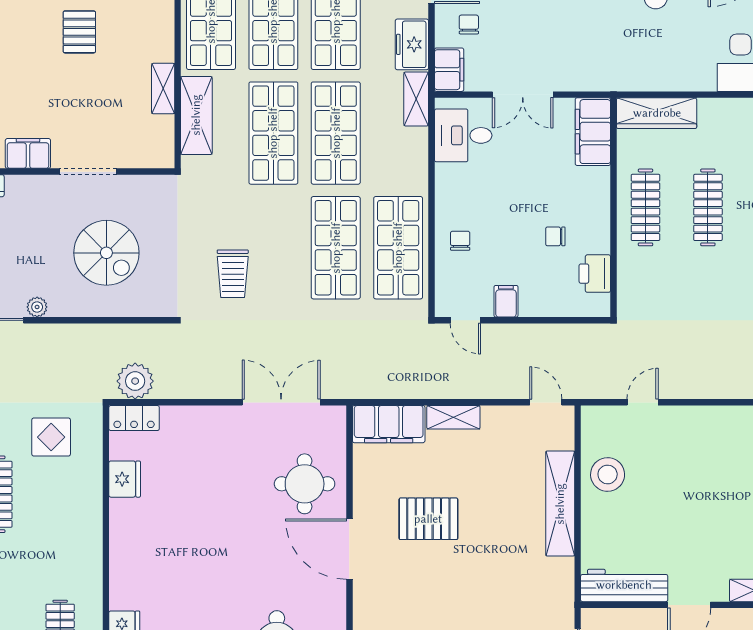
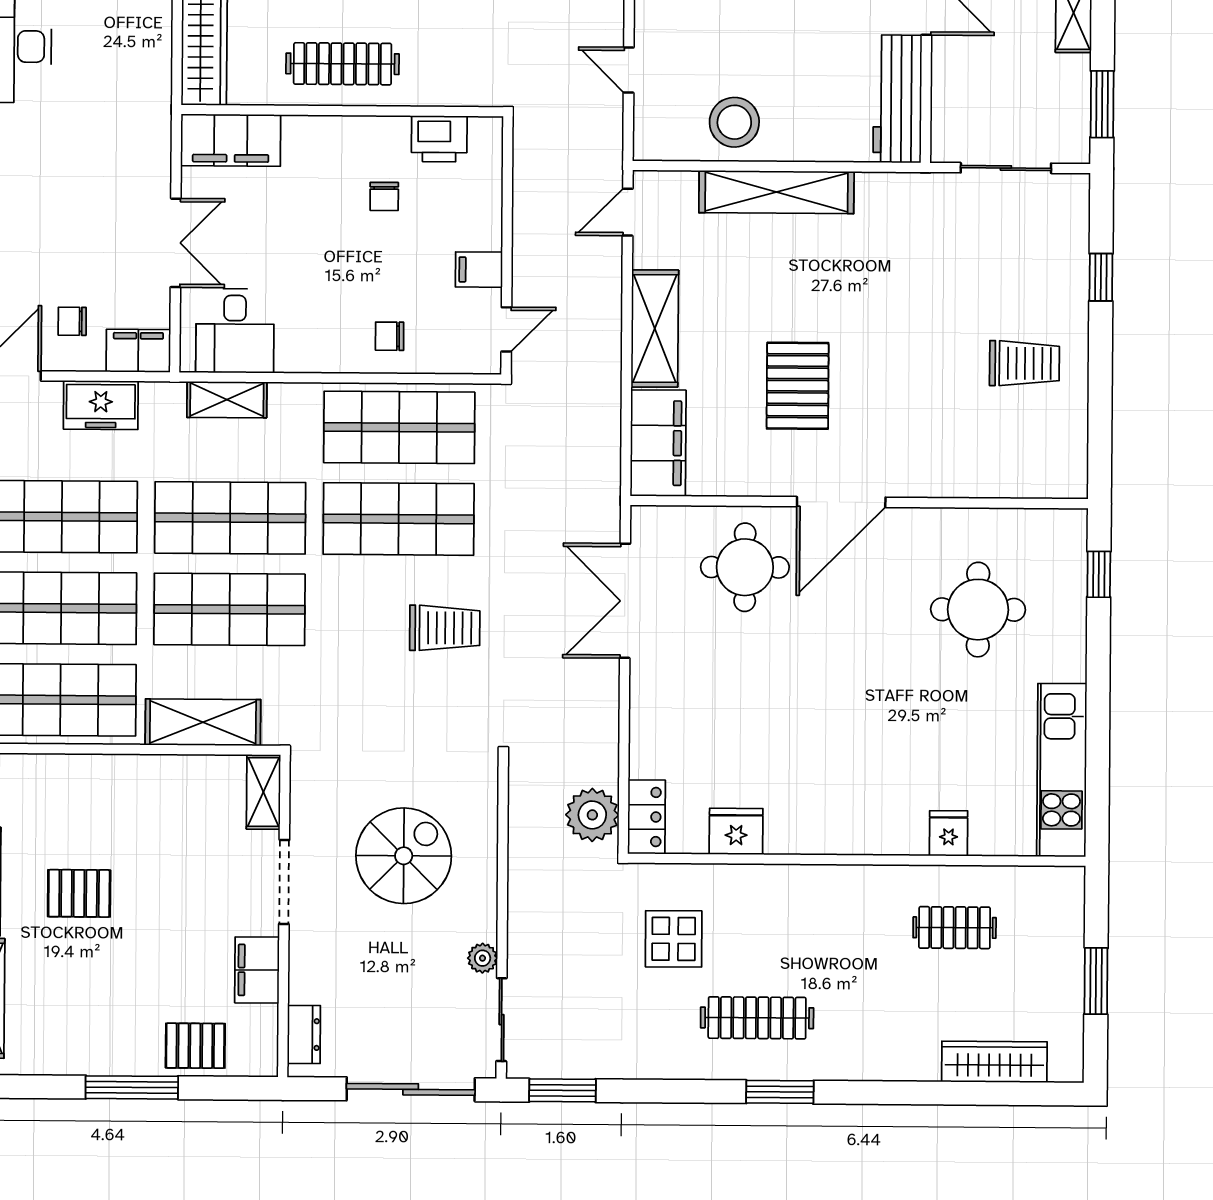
shelving: (163, 89) -> (263, 792), moved, turned 90
shelving: (416, 99) -> (227, 400), moved
trolley: (233, 274) -> (445, 628), moved
shelving: (453, 417) -> (655, 329), width x1.50, depth x1.33

